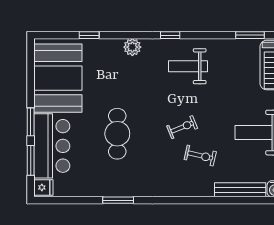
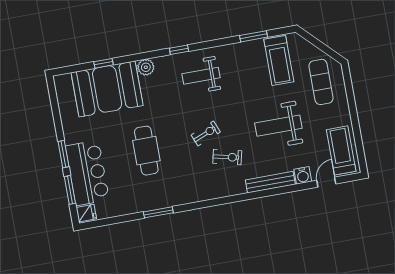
booth: (58, 78) -> (107, 89), moved, turned 90

